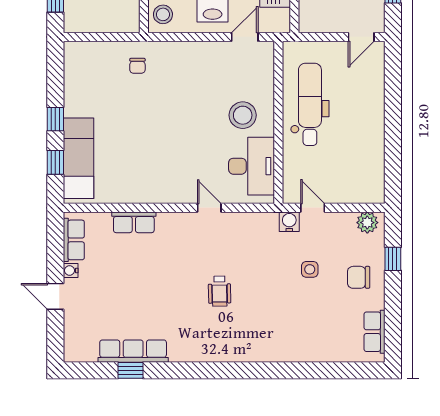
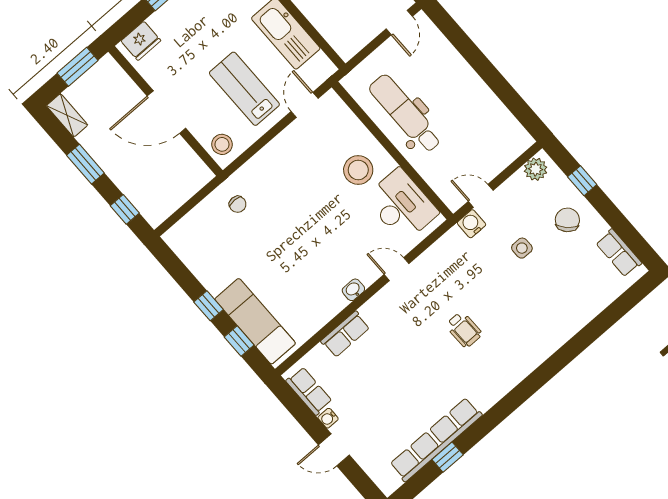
washbasin: (166, 196) -> (353, 290), added
chair: (359, 277) -> (567, 220), turned 134
row of seats: (133, 351) -> (436, 440), width x1.36

